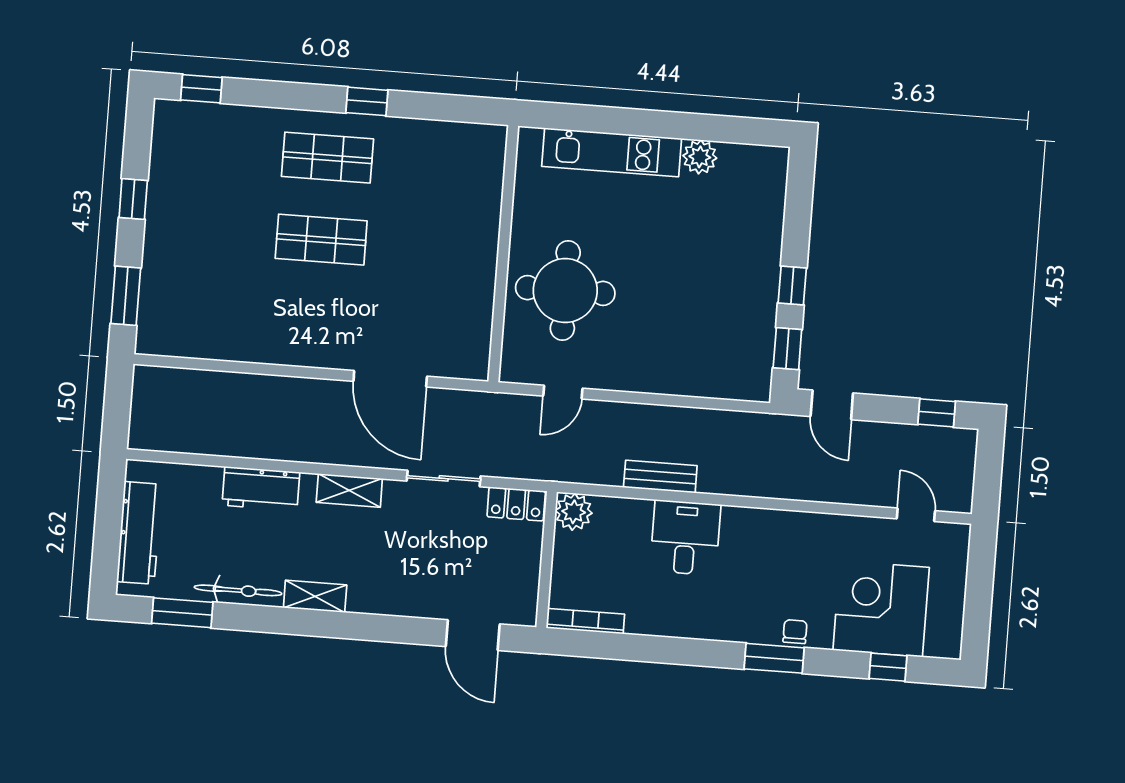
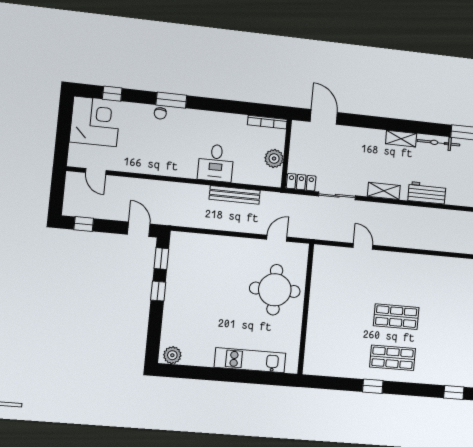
plant: (700, 157) -> (172, 355), moved
door: (390, 379) -> (363, 246), width x0.53
bench: (660, 477) -> (235, 195), width x1.36
plant: (574, 512) -> (274, 159), moved
corner desk: (881, 609) -> (95, 121), moved, turned -90

